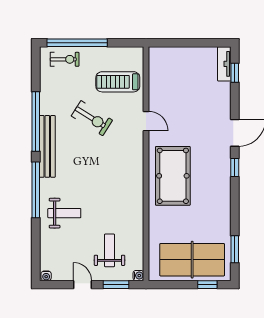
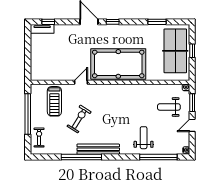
window: (77, 43) -> (28, 114), moved
pool table: (173, 176) -> (118, 64), width x1.36, depth x1.32
window: (36, 190) -> (158, 157), moved
window: (235, 249) -> (157, 22), moved
window: (207, 285) -> (192, 51), moved

